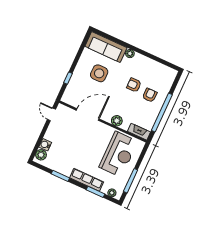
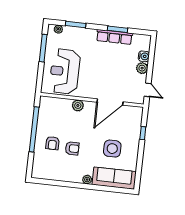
fireplace: (139, 132) -> (51, 102), removed
plant: (41, 155) -> (142, 68), moved
row of seats: (87, 180) -> (114, 37), moved

